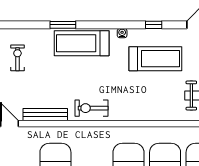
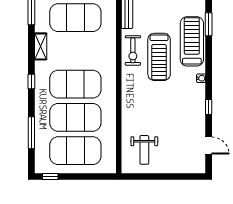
treadmill: (155, 59) -> (159, 57), moved
exercise bike: (91, 108) -> (133, 50), turned 180

